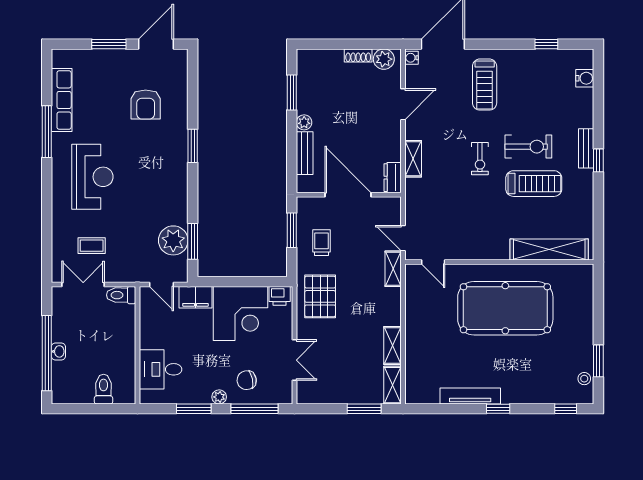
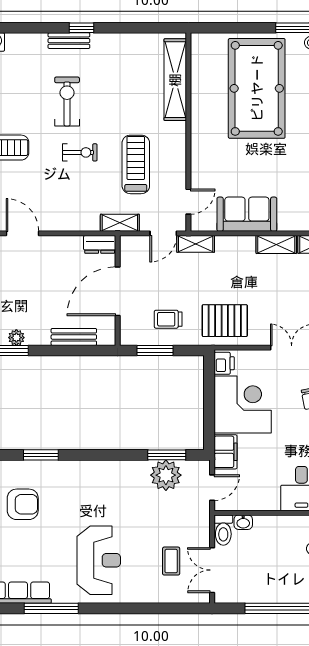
plant: (304, 122) -> (16, 338), moved
window: (193, 146) -> (41, 455), moved
shelving: (413, 159) -> (120, 223), moved
reception desk: (92, 177) -> (99, 560), turned 90
treadmill: (534, 184) -> (136, 164), moved
pool table: (505, 308) -> (257, 88), moved
sofa: (421, 318) -> (247, 214), added
washbasin: (58, 351) -> (243, 522), moved, turned 180

